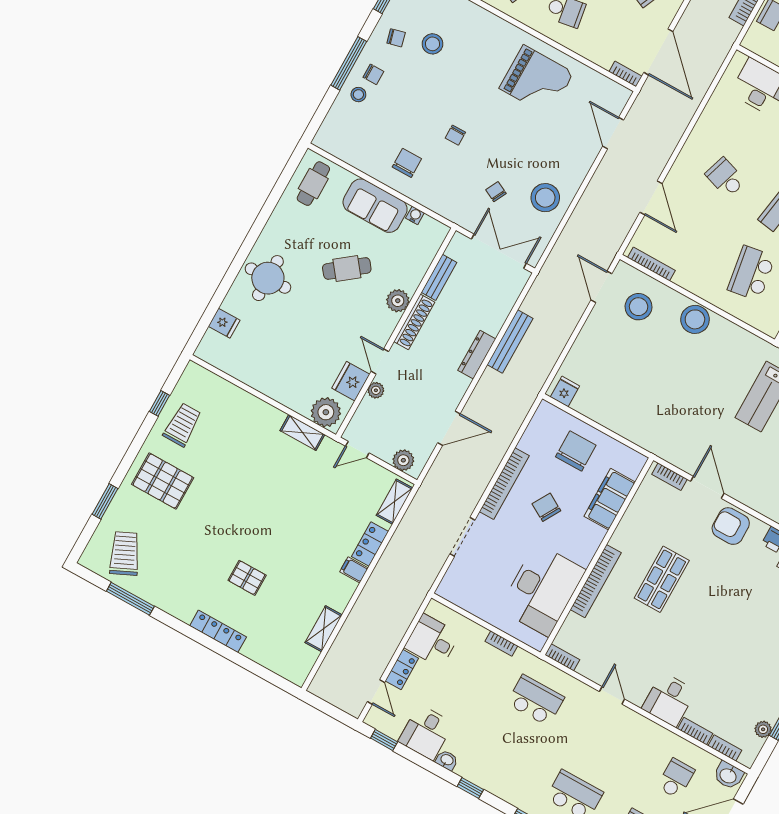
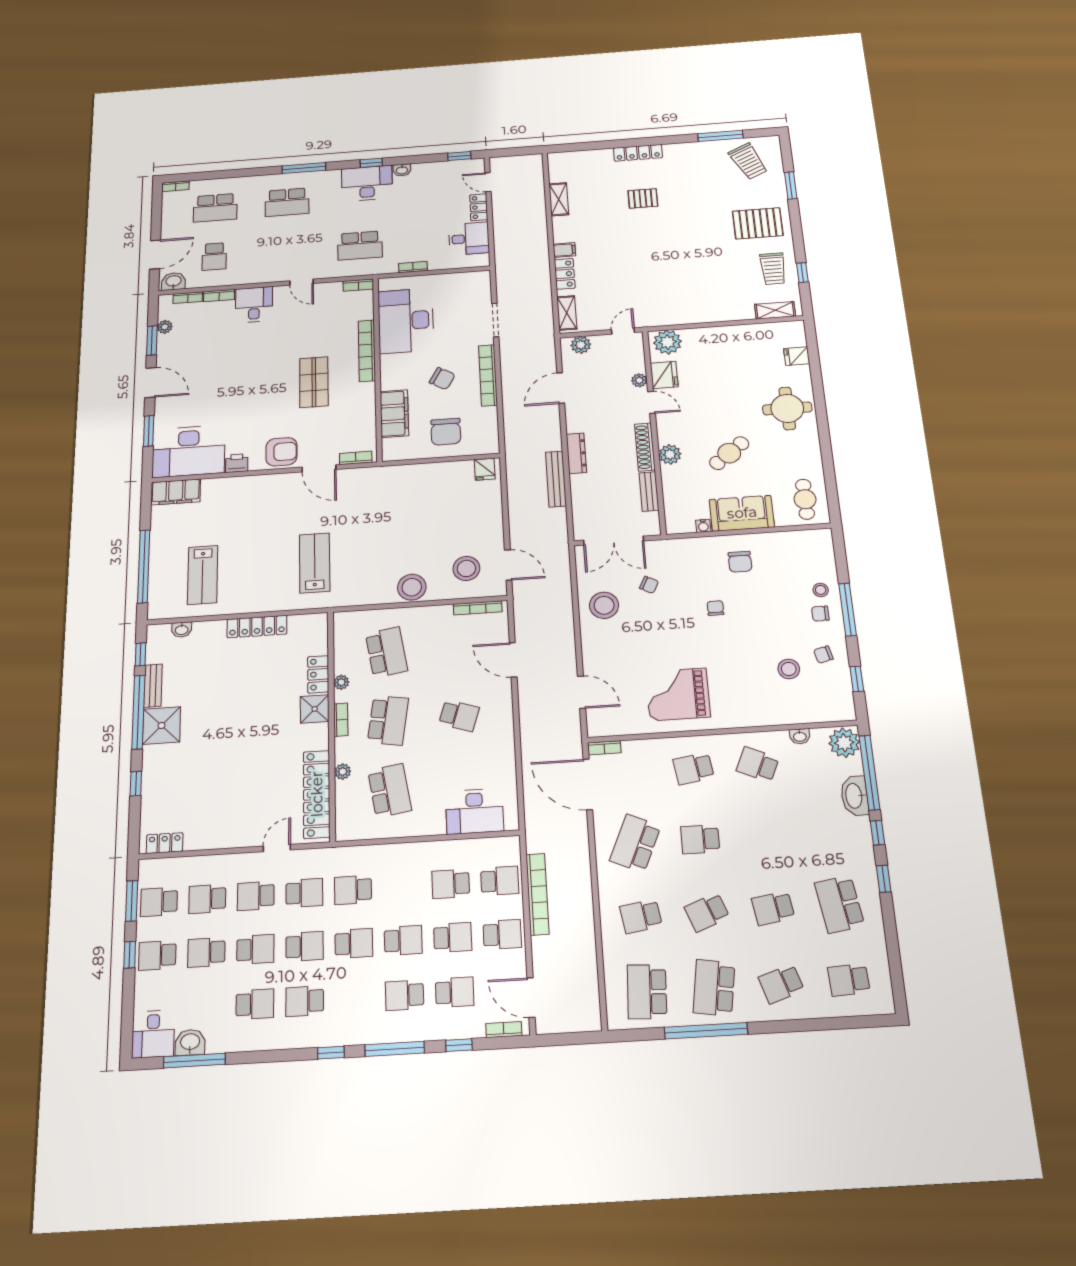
shelving: (302, 432) -> (775, 310), moved
desk: (426, 732) -> (367, 183), moved, width x1.37

